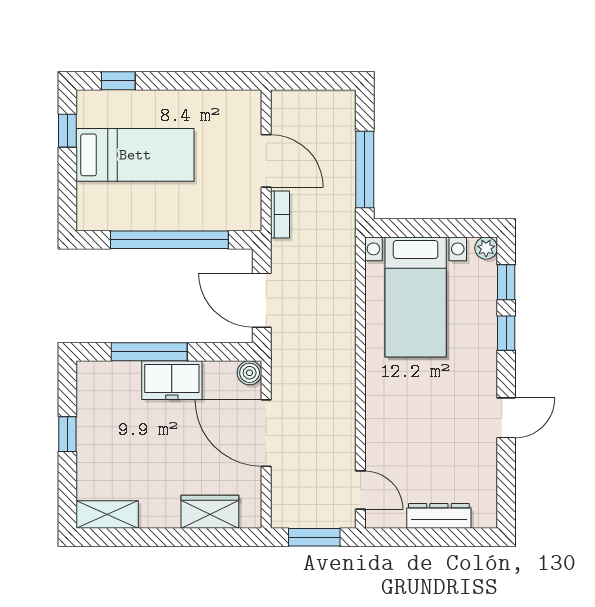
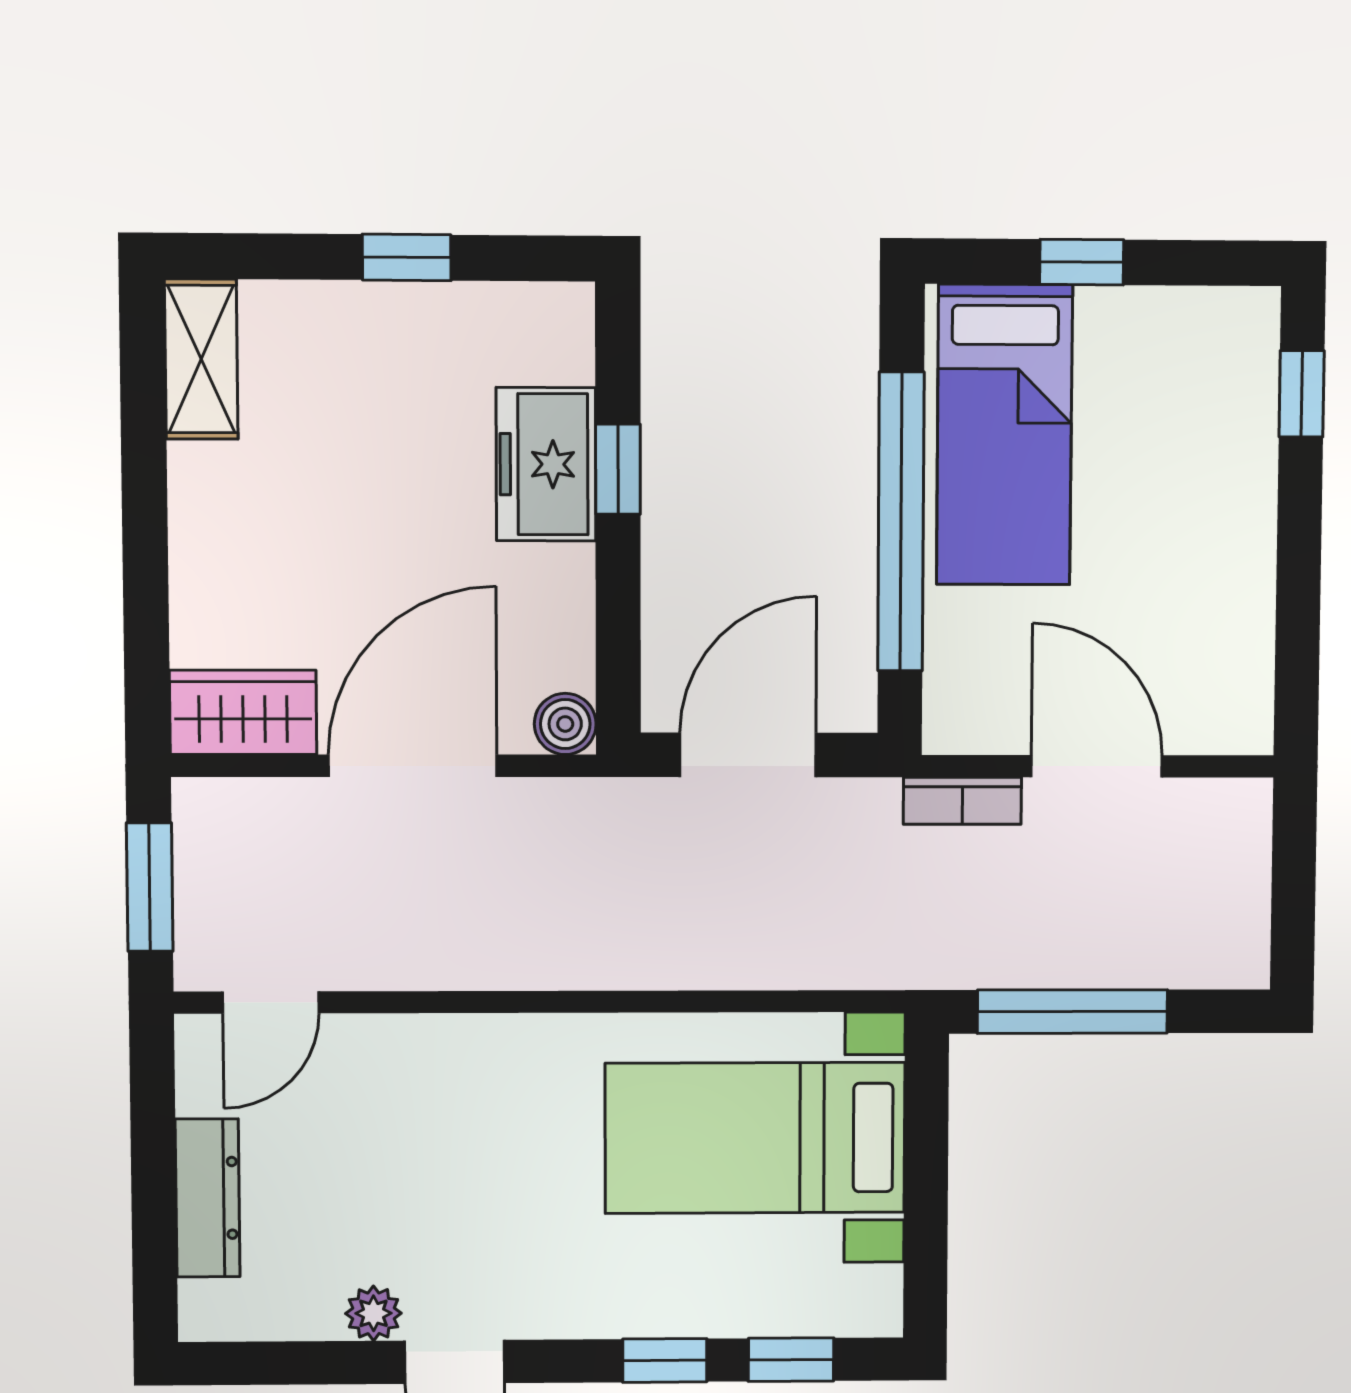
window: (67, 131) -> (1082, 262), moved
bed: (135, 155) -> (1004, 435), moved
door: (266, 161) -> (1097, 766), swing flipped
plant: (486, 248) -> (373, 1313), moved
window: (149, 352) -> (618, 469), width x0.46
freezer: (172, 380) -> (546, 464), moved
wardrobe: (210, 512) -> (243, 712), moved, turned -90

